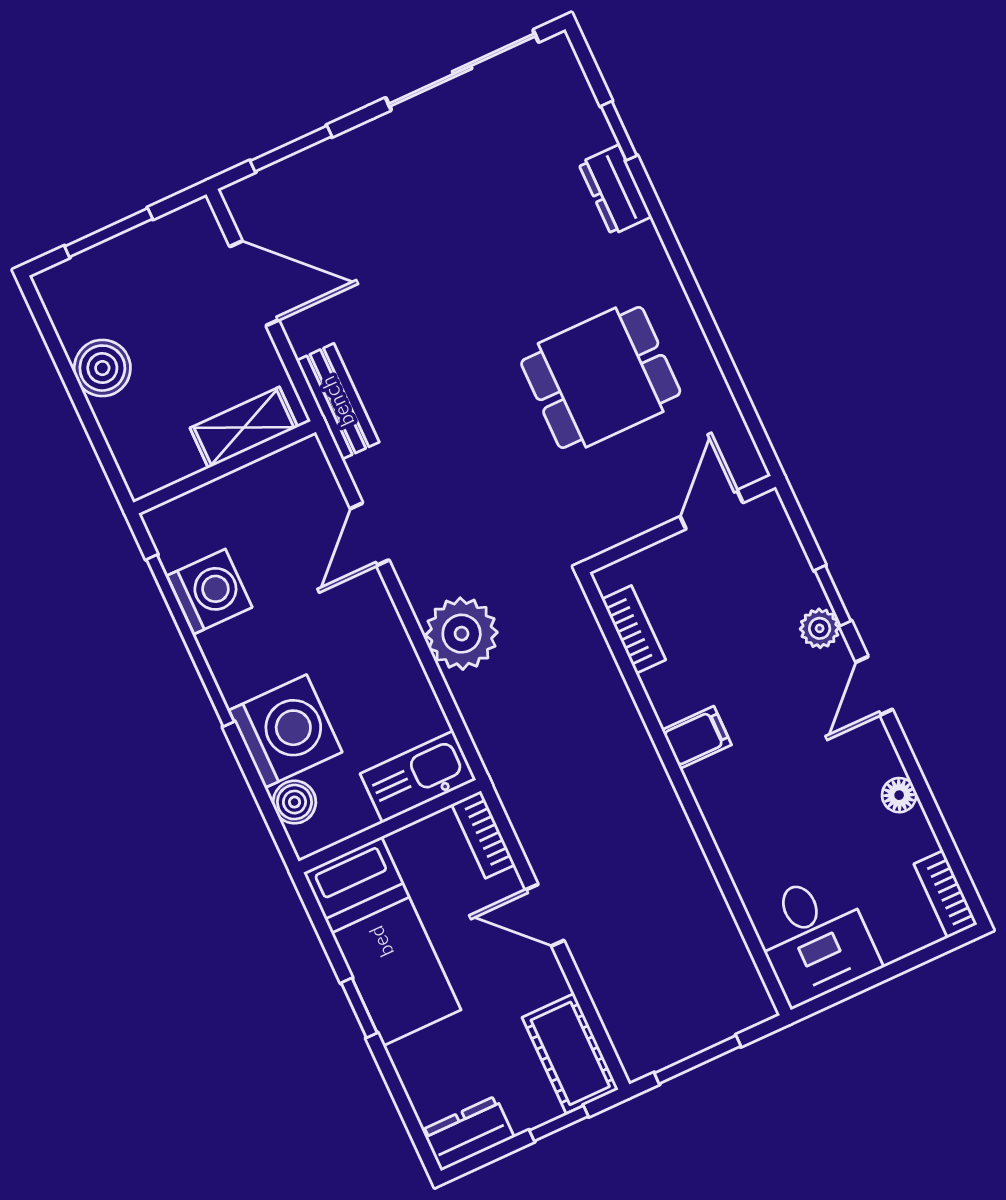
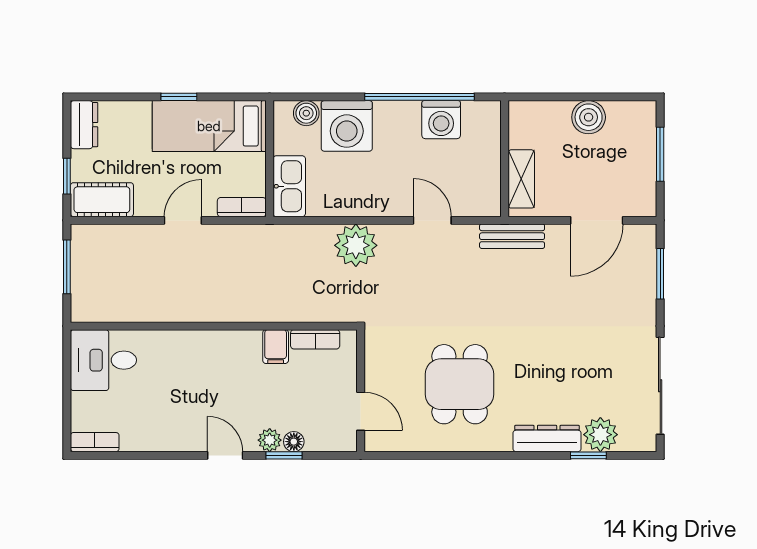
plant: (579, 127) -> (600, 435), added
dresser: (615, 190) -> (547, 438), width x1.44
filing cabinet: (697, 737) -> (276, 347), moved
floor lamp: (899, 795) -> (294, 442), moved

